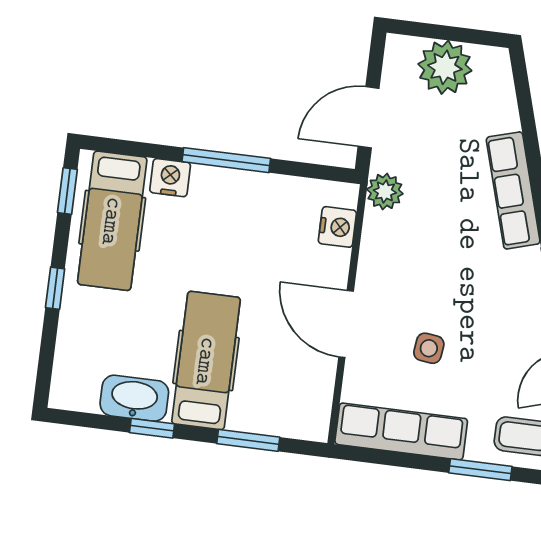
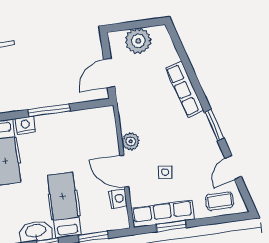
plant: (385, 191) -> (131, 141), moved
nightstand: (337, 227) -> (118, 199), moved
window: (480, 470) -> (171, 226), moved

